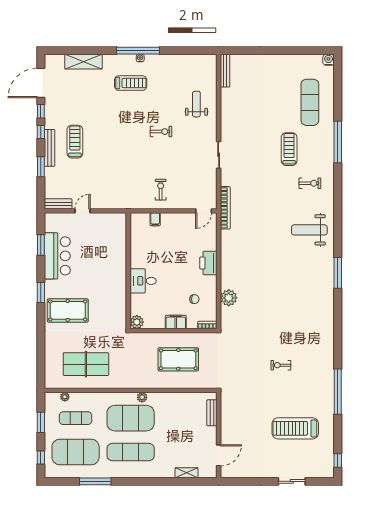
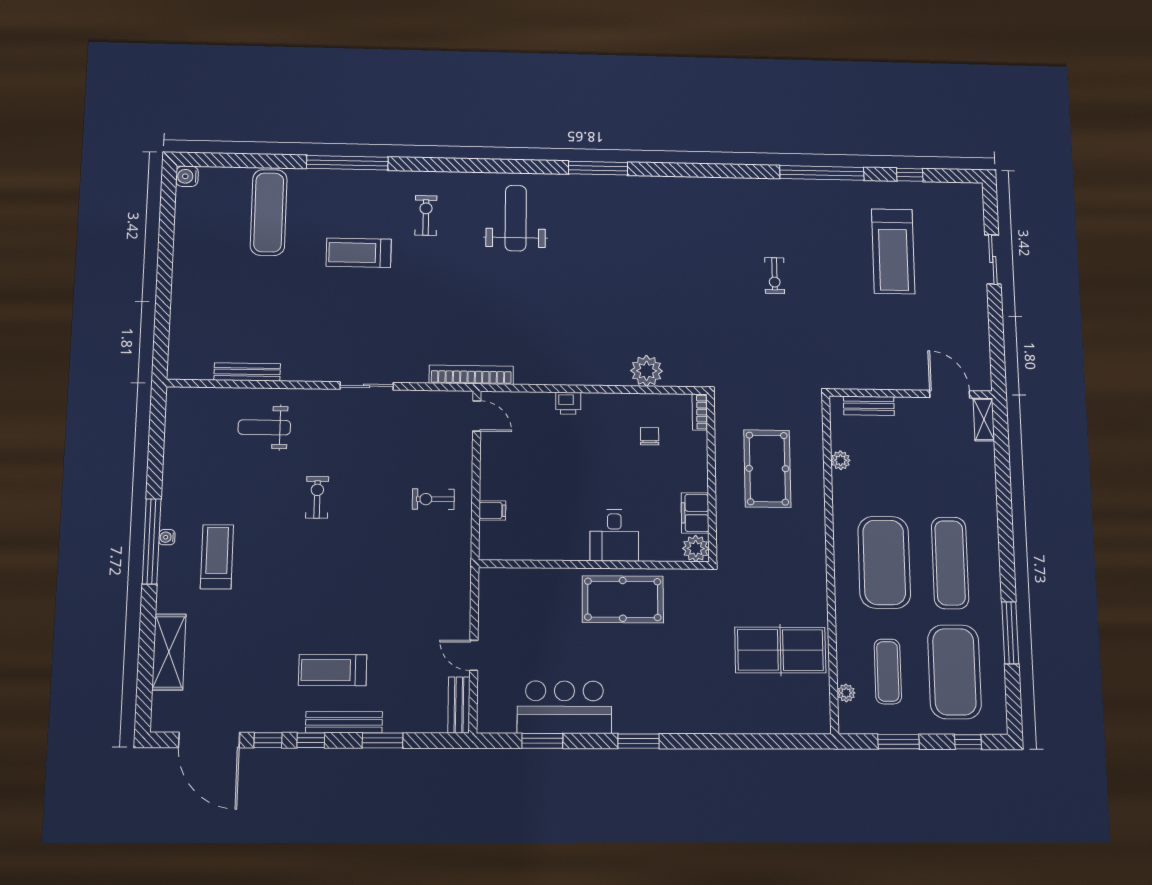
bench: (225, 71) -> (247, 372), moved
exercise mat: (310, 102) -> (269, 212), turned 90
weight bench: (309, 230) -> (516, 218), turned 180
printer: (208, 263) -> (568, 403), width x0.53, depth x0.68
pool table: (68, 310) -> (623, 599), moved, turned 90
filing cabinet: (176, 322) -> (695, 513), moved
table tennis table: (86, 364) -> (780, 650), turned 90
plant: (142, 397) -> (841, 460), moved
window: (338, 461) -> (910, 175), moved
shelving: (186, 473) -> (984, 419), moved

